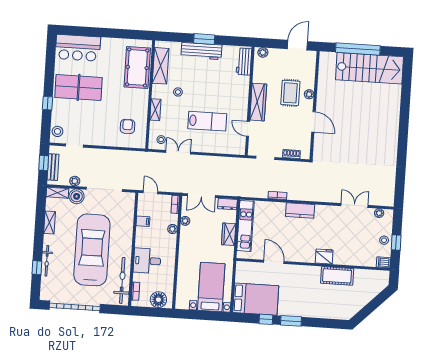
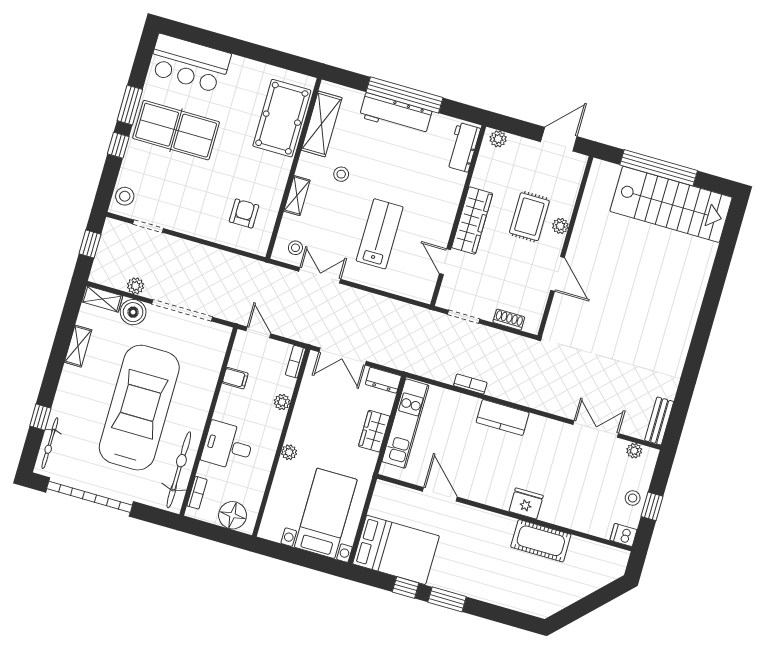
window: (204, 39) -> (405, 95), width x2.11
window: (49, 79) -> (130, 105), added
lab bench: (207, 121) -> (380, 234), turned -90
bench: (53, 167) -> (659, 421), moved
plant: (185, 221) -> (289, 452), moved
bicycle: (47, 261) -> (50, 443), moved

